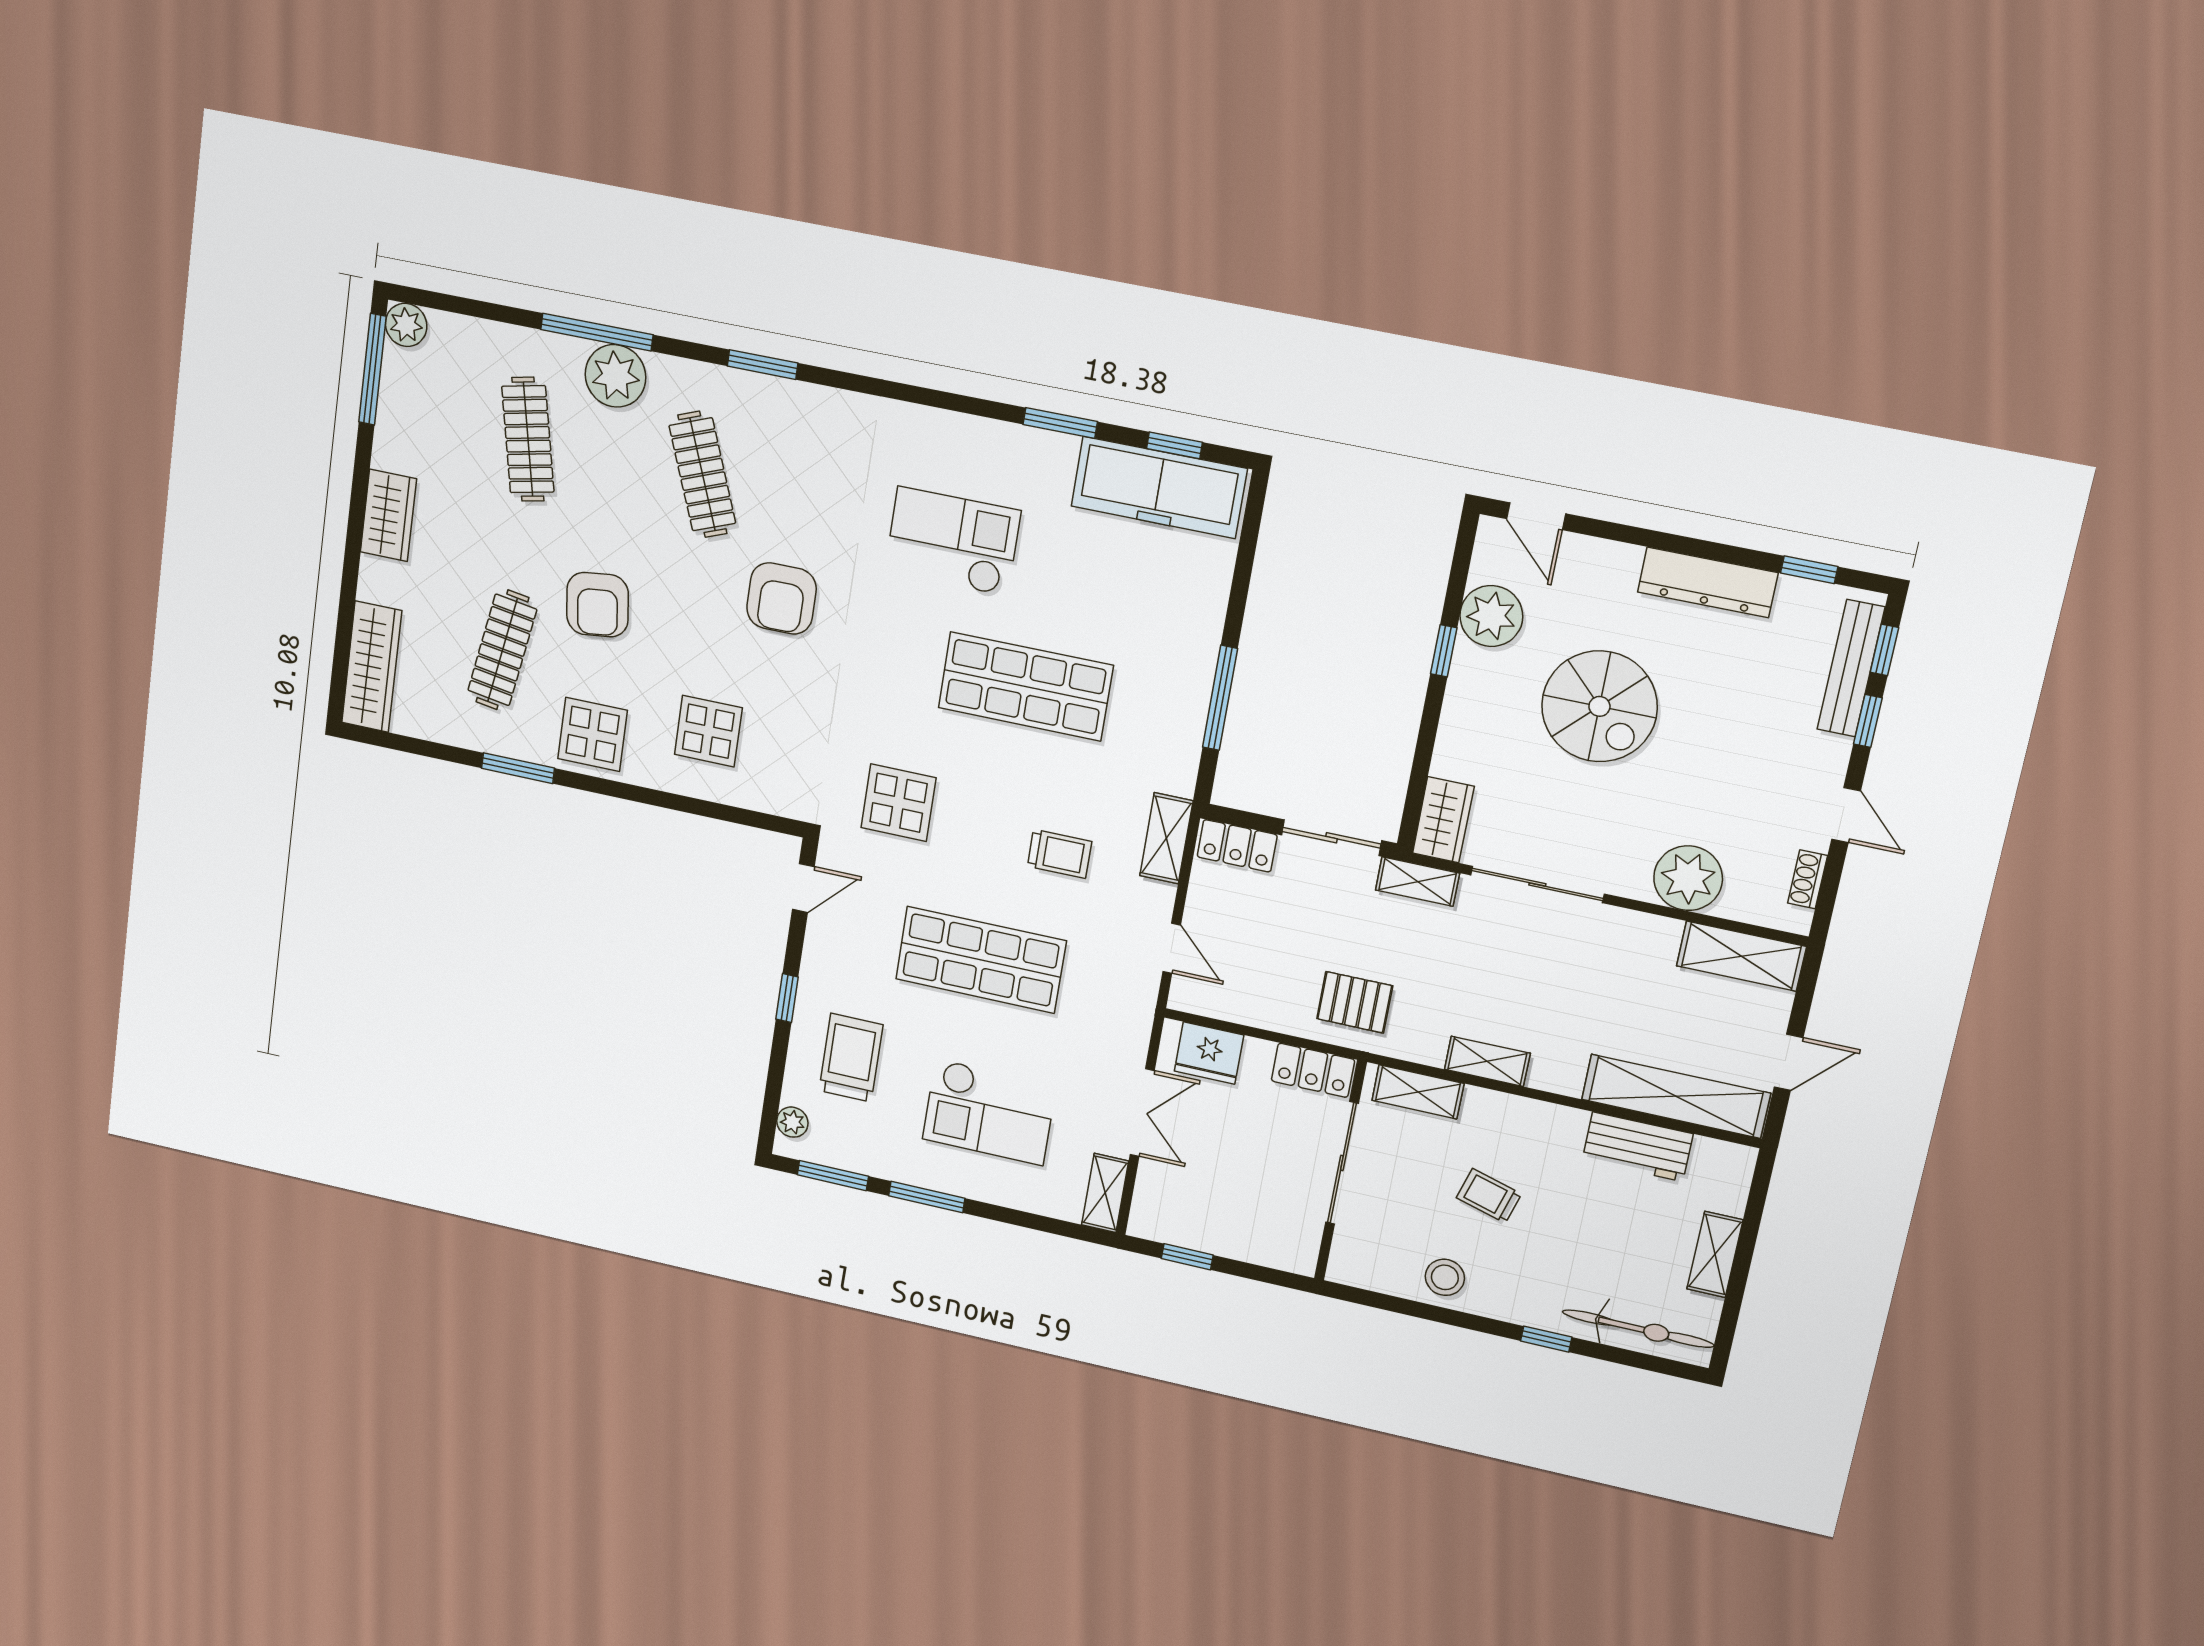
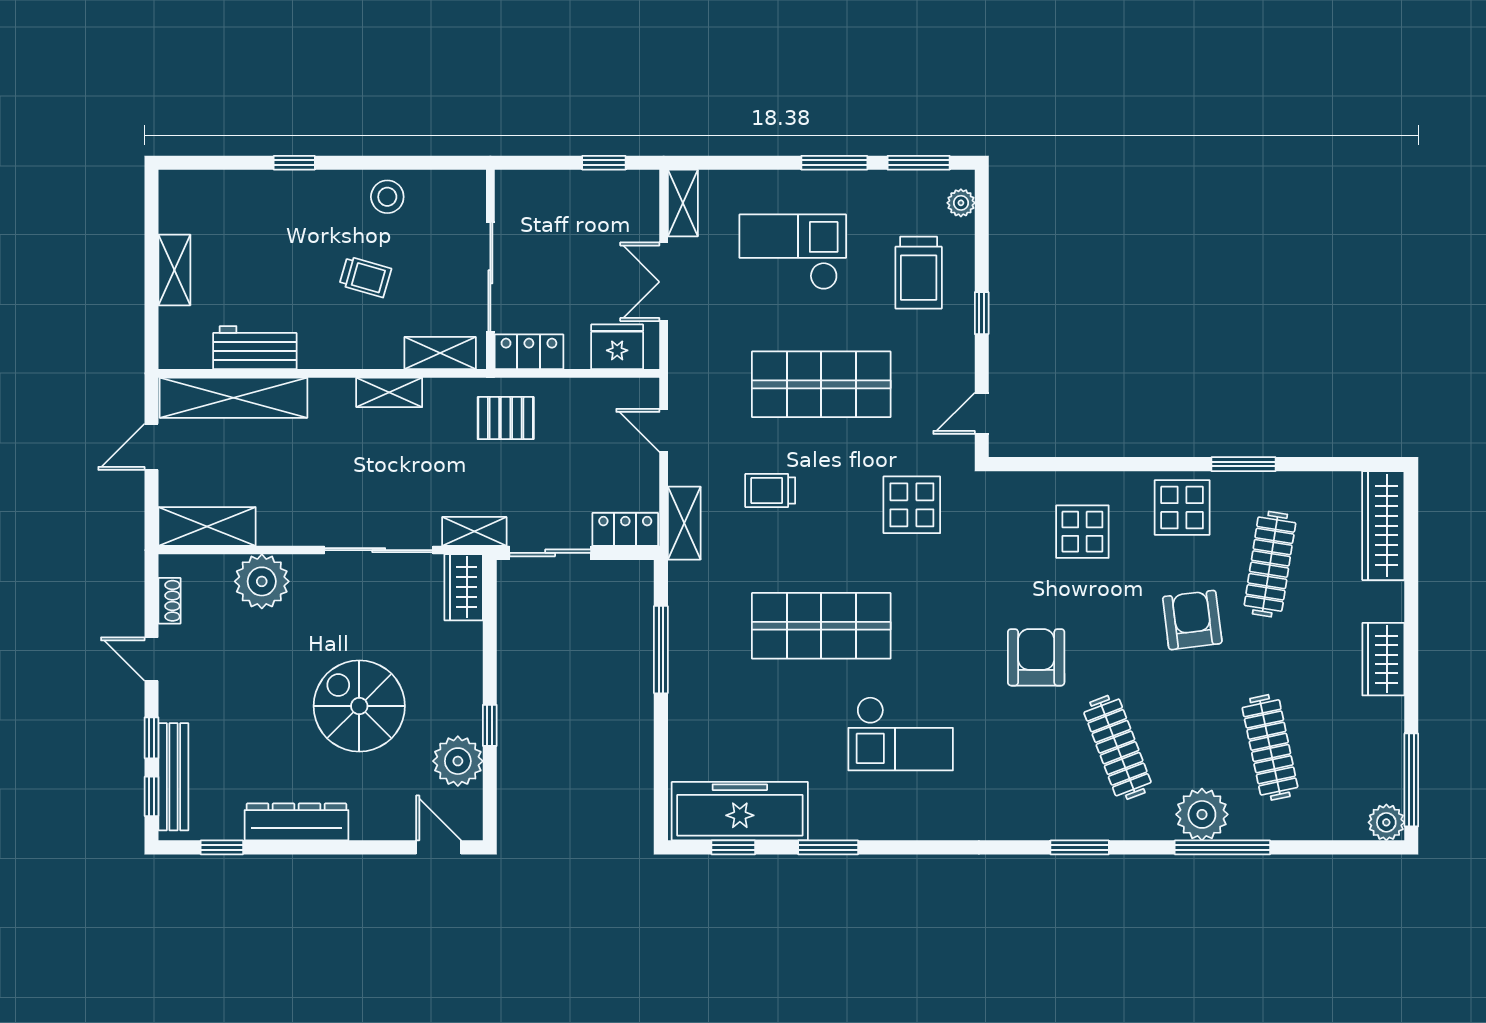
bicycle: (1638, 1329) -> (222, 190), removed

